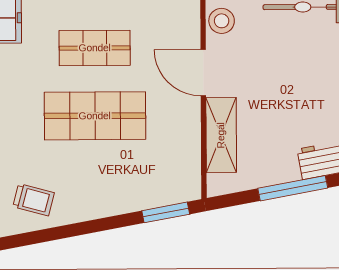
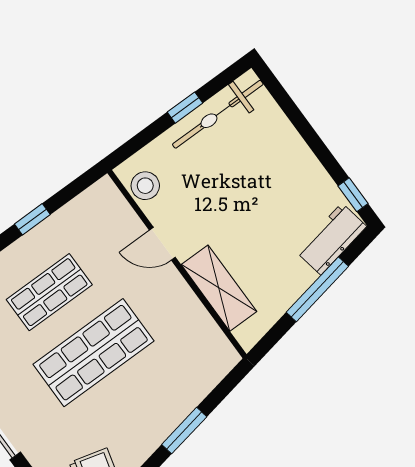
door: (203, 73) -> (162, 244), width x0.73
window: (166, 212) -> (184, 431), moved

